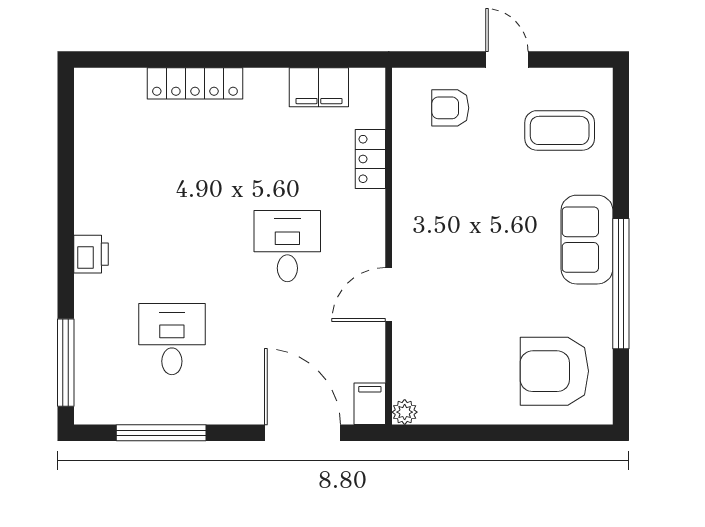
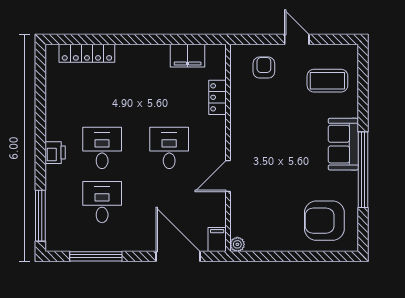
locker: (195, 83) -> (87, 53), moved
armchair: (450, 108) -> (264, 68), turned 90
desk: (172, 246) -> (102, 148), added

